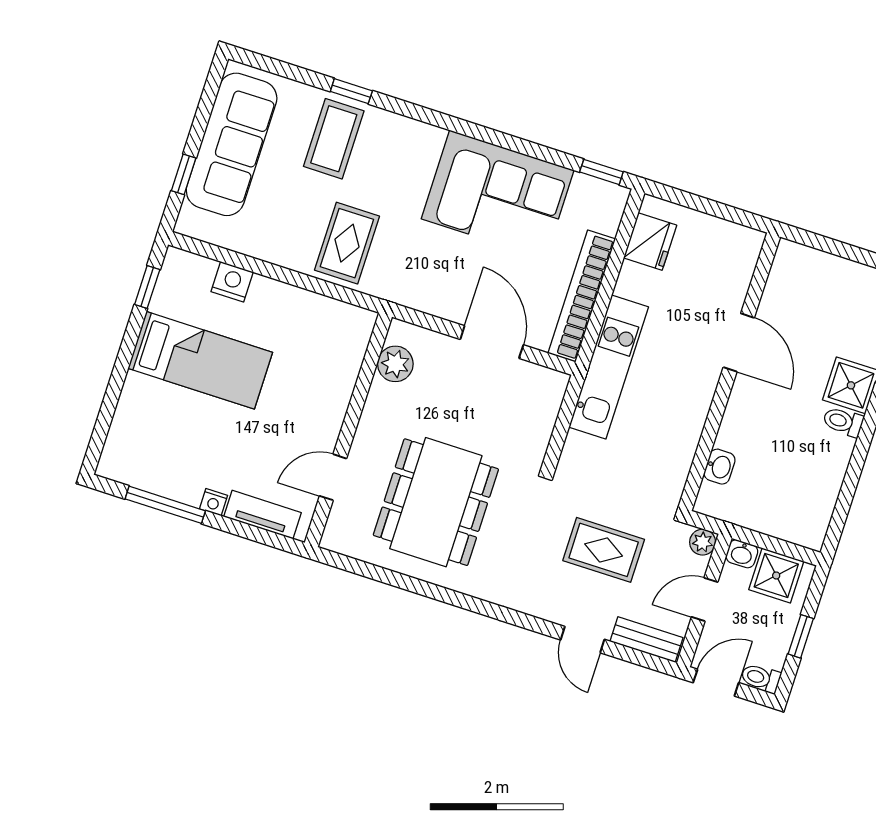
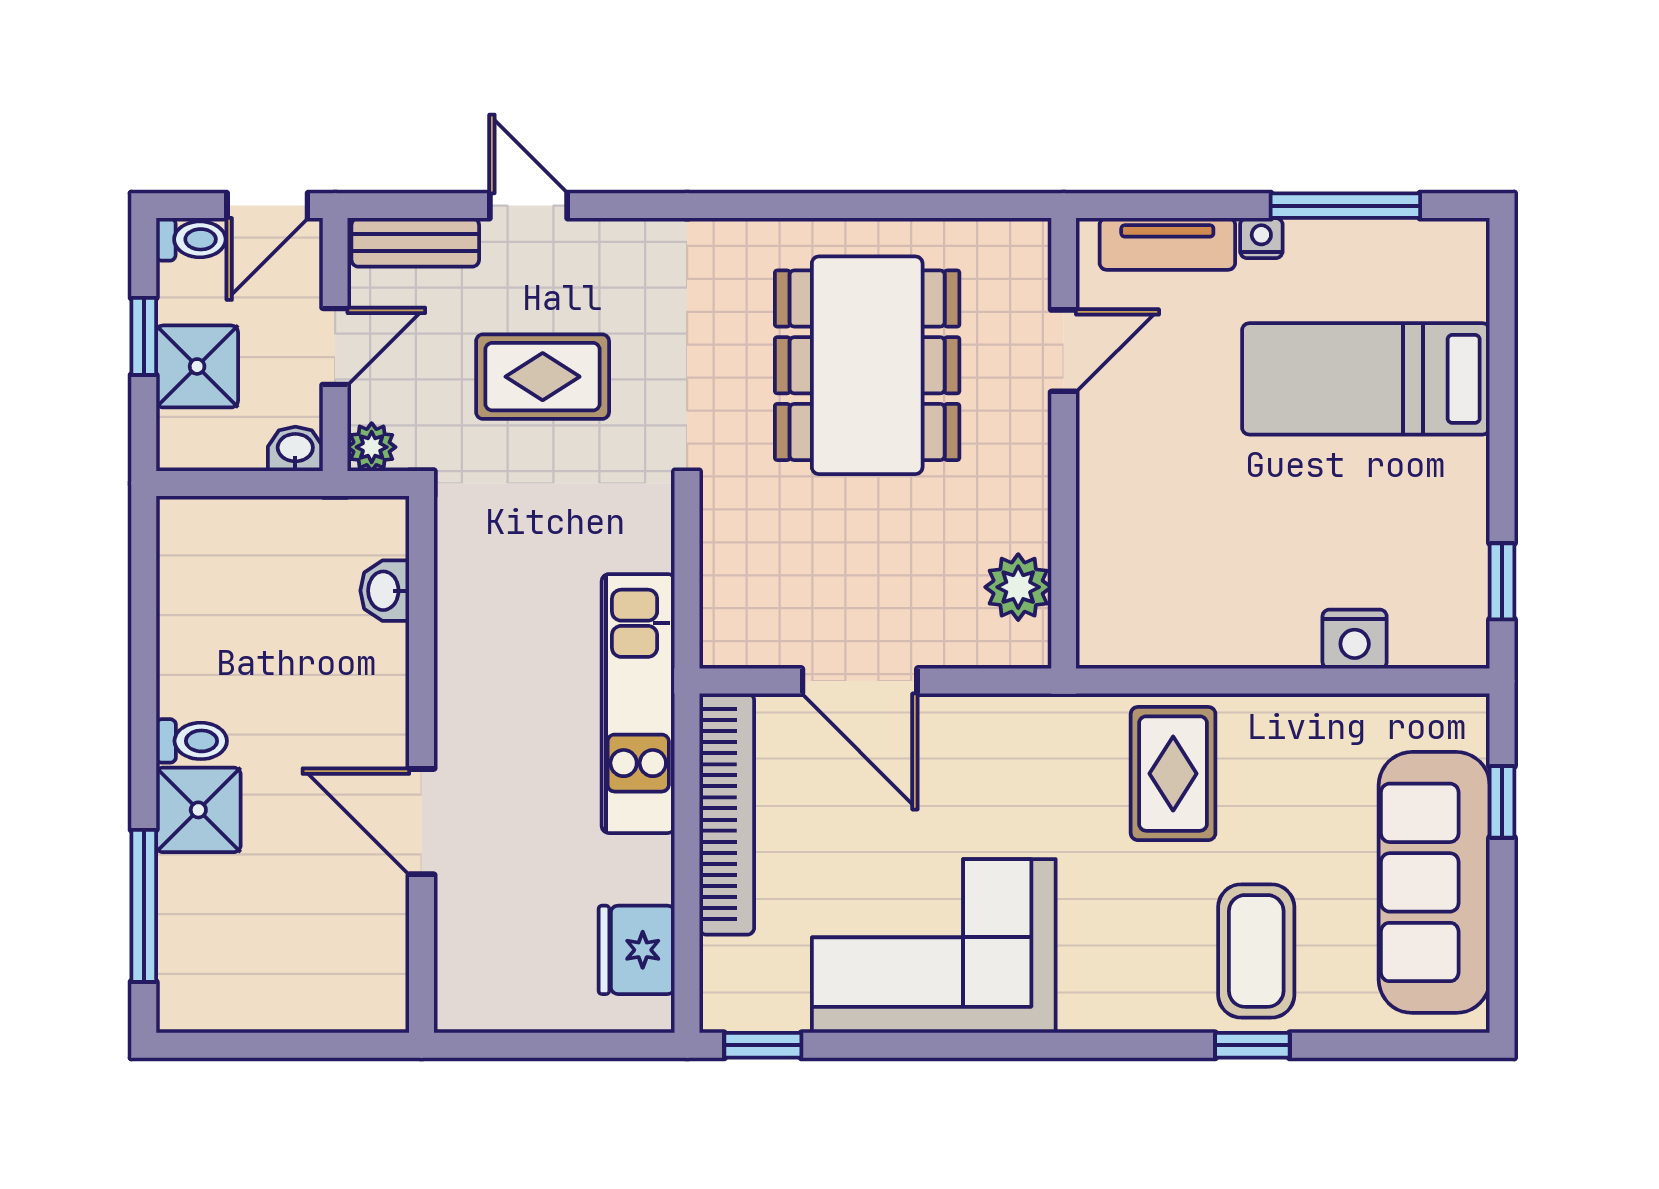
bed: (200, 360) -> (1366, 379), moved
shower: (776, 575) -> (197, 366), moved

